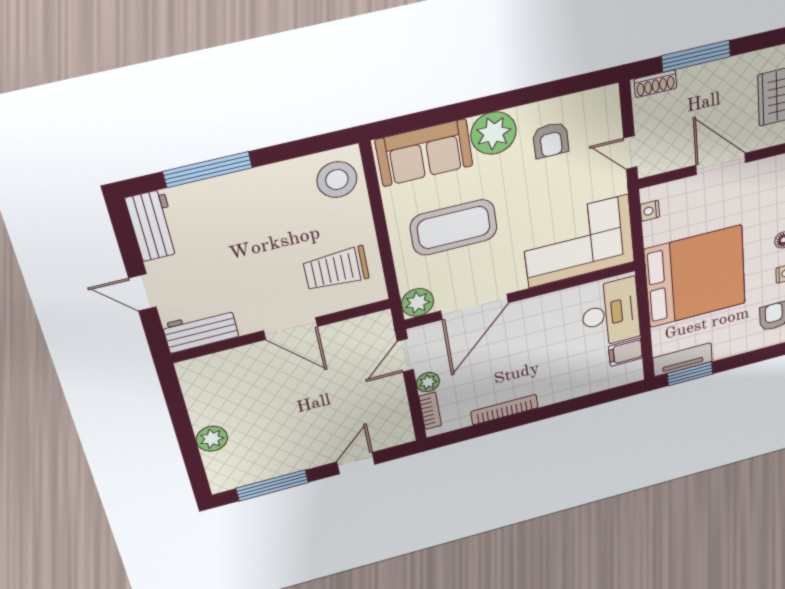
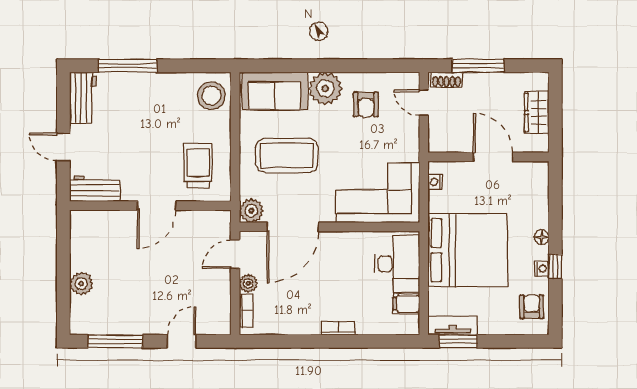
door: (630, 153) -> (424, 103), moved
trolley: (336, 269) -> (198, 166), turned 90
door: (291, 329) -> (157, 206), hinge flipped
bookcase: (504, 410) -> (338, 328), moved, width x0.64

